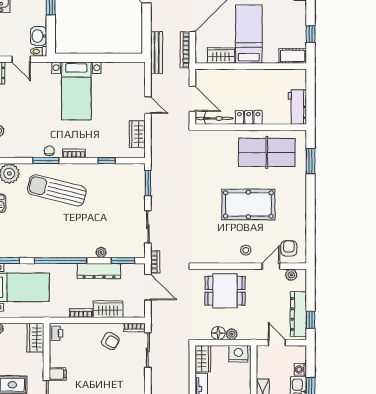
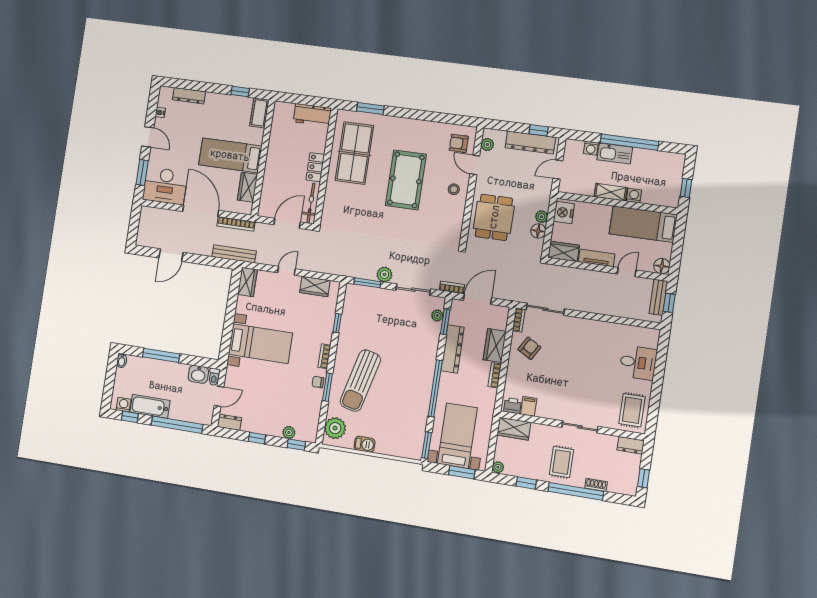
wardrobe: (132, 70) -> (247, 282), added
plant: (158, 198) -> (384, 274), added
plant: (101, 252) -> (437, 315), moved
filing cabinet: (58, 374) -> (529, 406), moved

